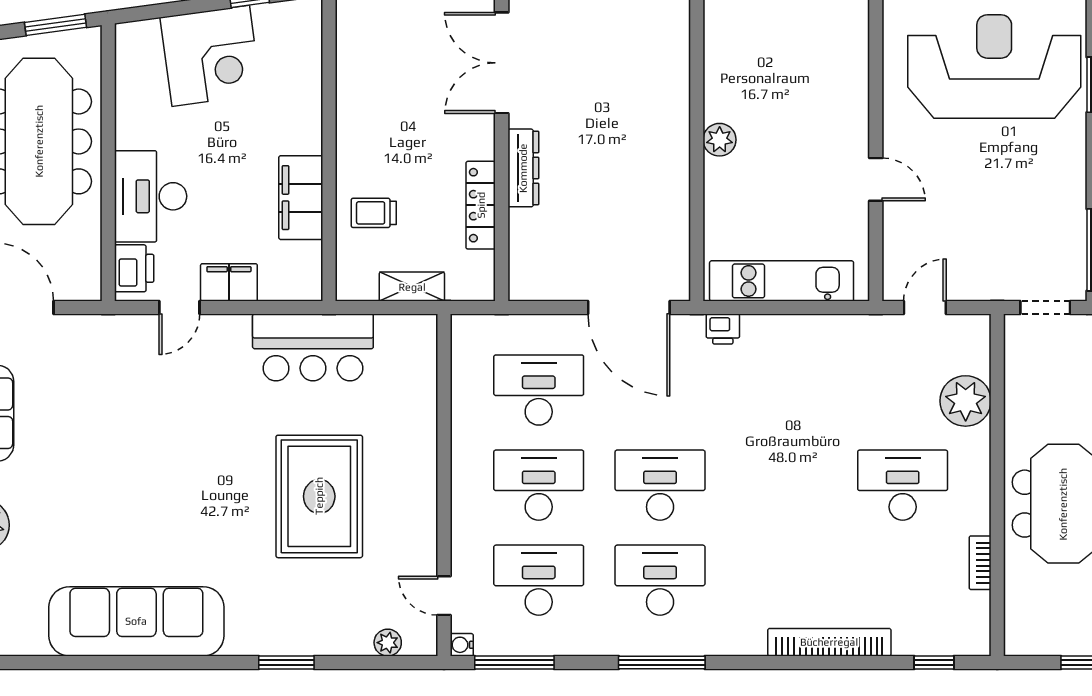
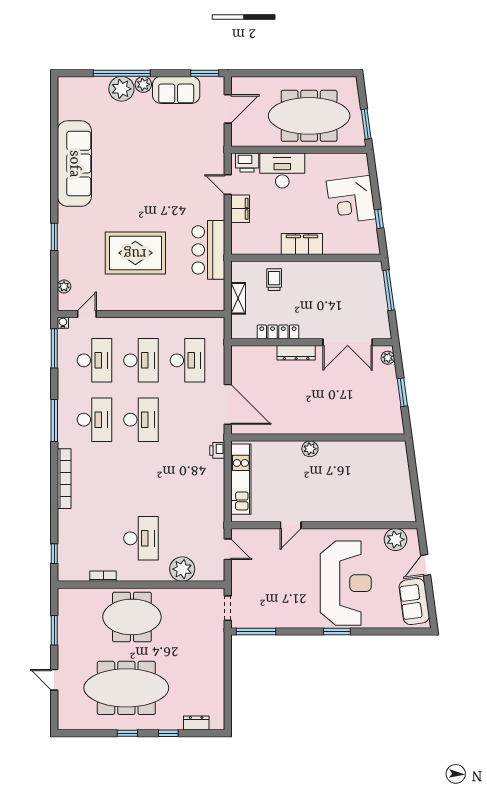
double door: (502, 63) -> (348, 342), swing flipped
filing cabinet: (301, 198) -> (302, 244), moved
door: (629, 308) -> (228, 404), swing flipped
bookcase: (829, 642) -> (64, 479), moved

